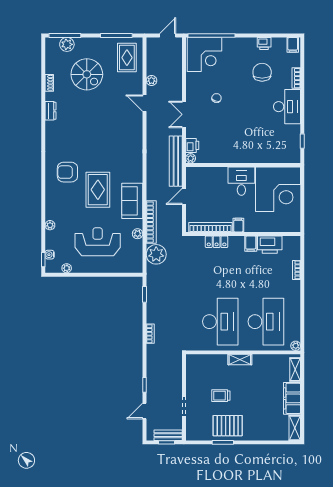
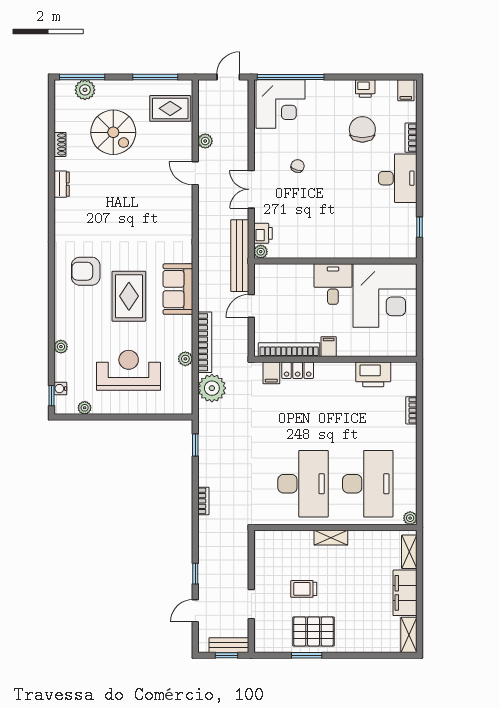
rug: (127, 58) -> (170, 108), turned 90
sofa: (132, 201) -> (178, 289), moved
filing cabinet: (251, 244) -> (271, 373), moved

